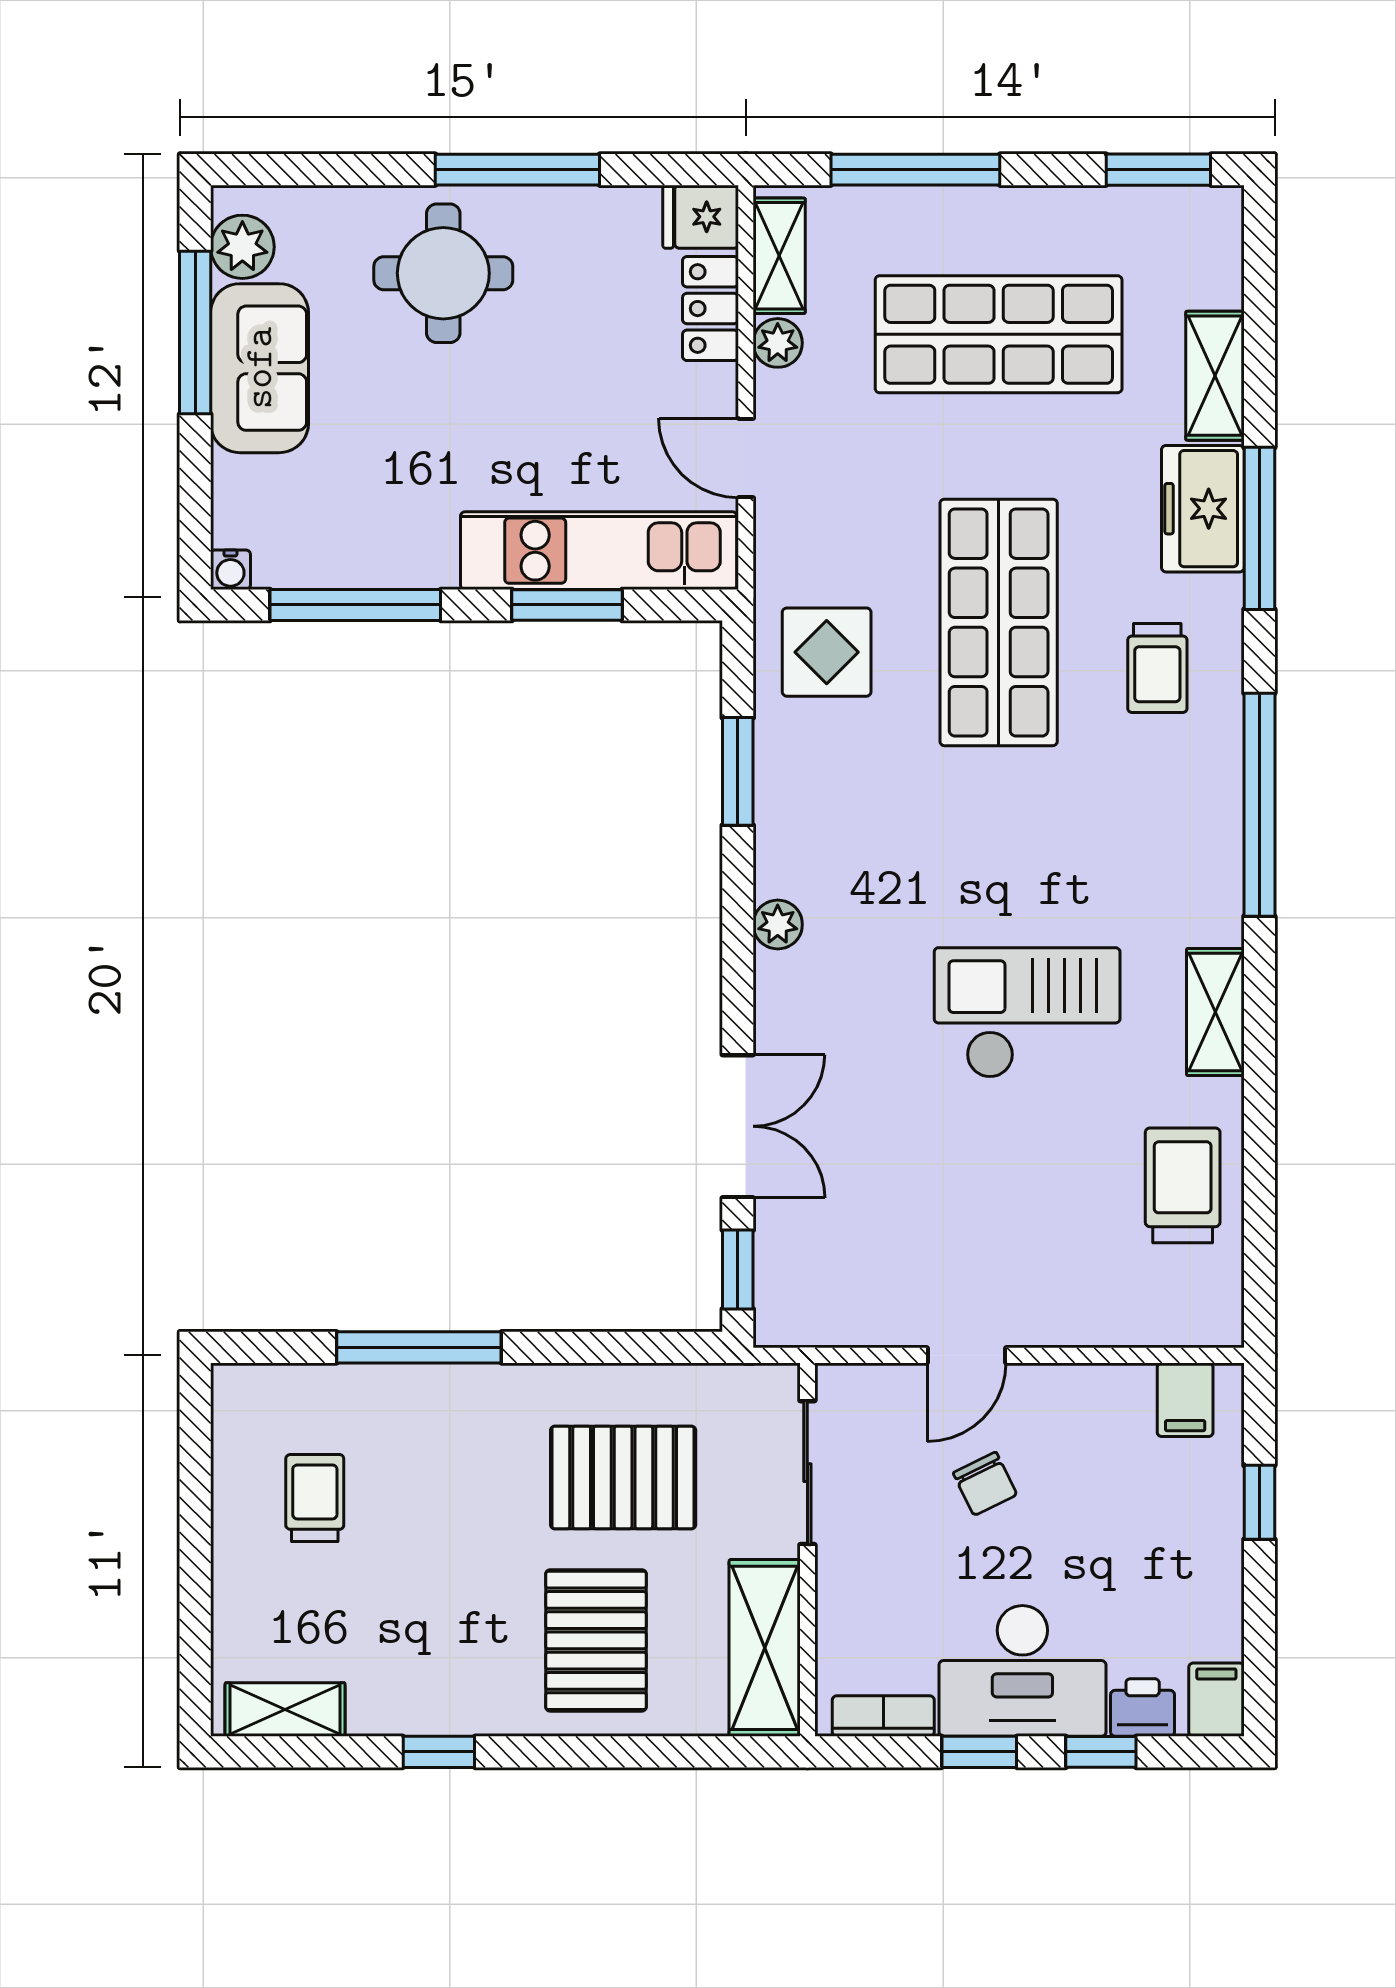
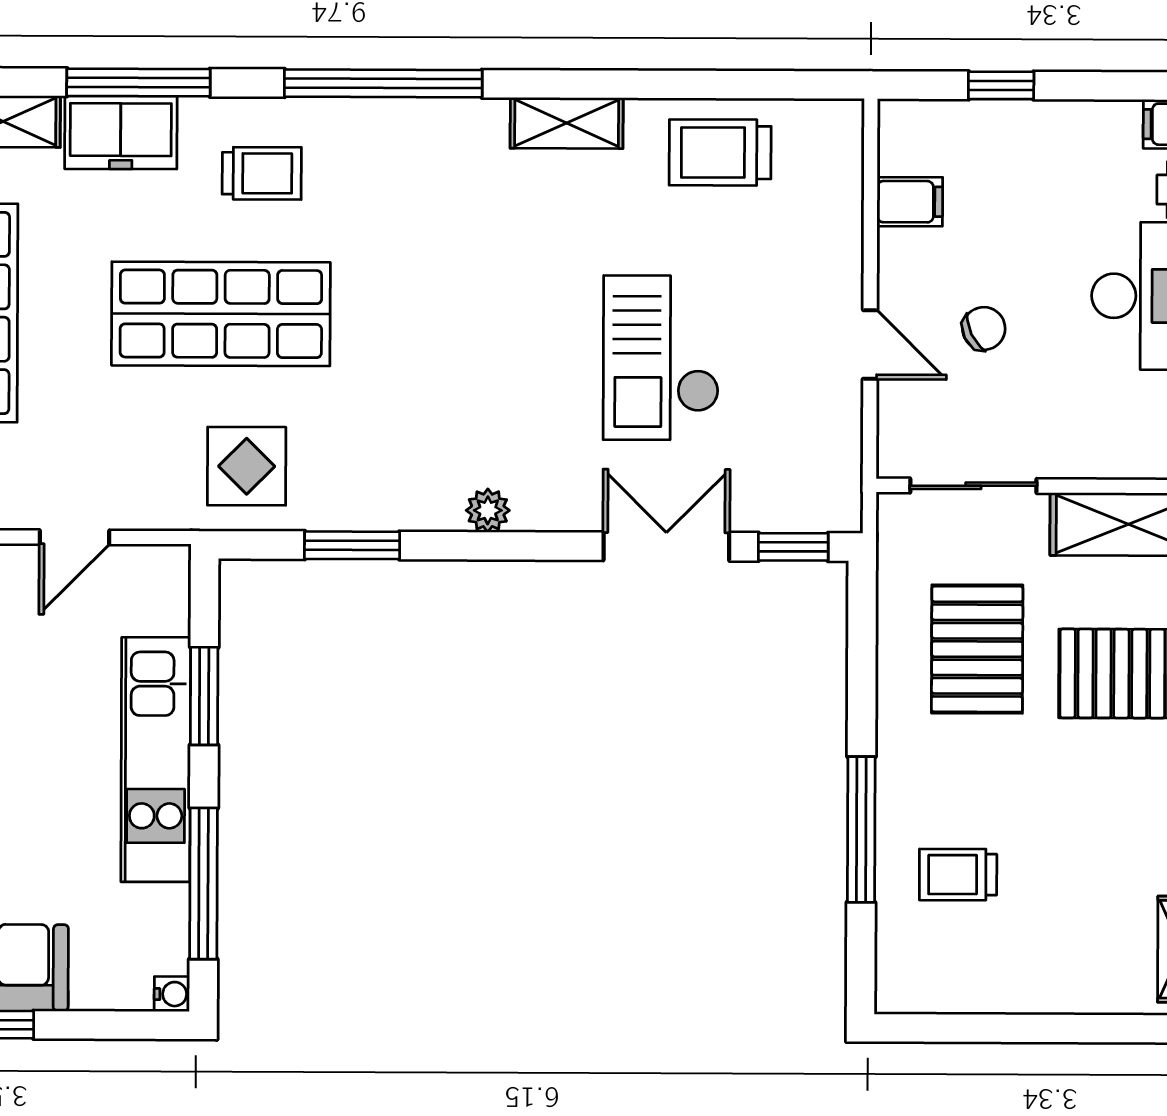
kitchen unit: (599, 551) -> (156, 760), moved
checkout: (1027, 1013) -> (661, 358), moved
filing cabinet: (1185, 1400) -> (910, 202), moved
trolley: (315, 1498) -> (958, 875), moved

